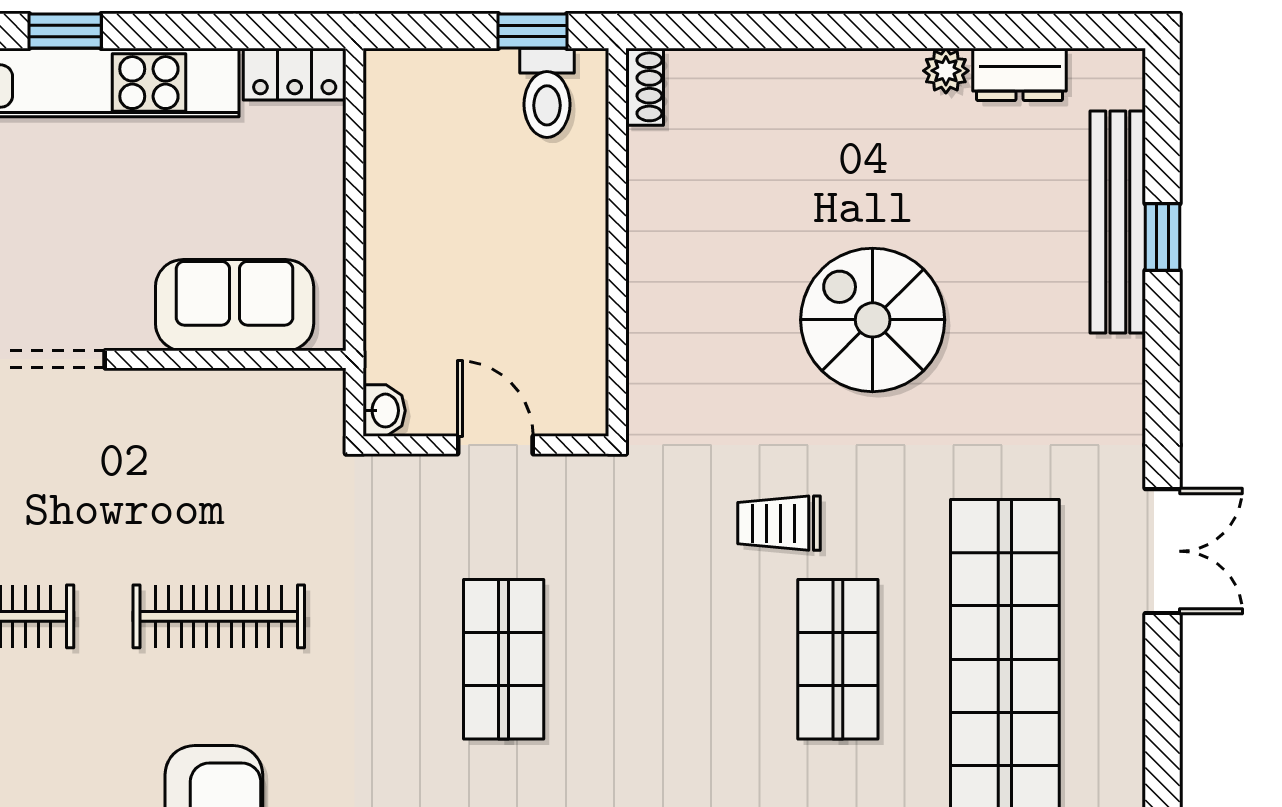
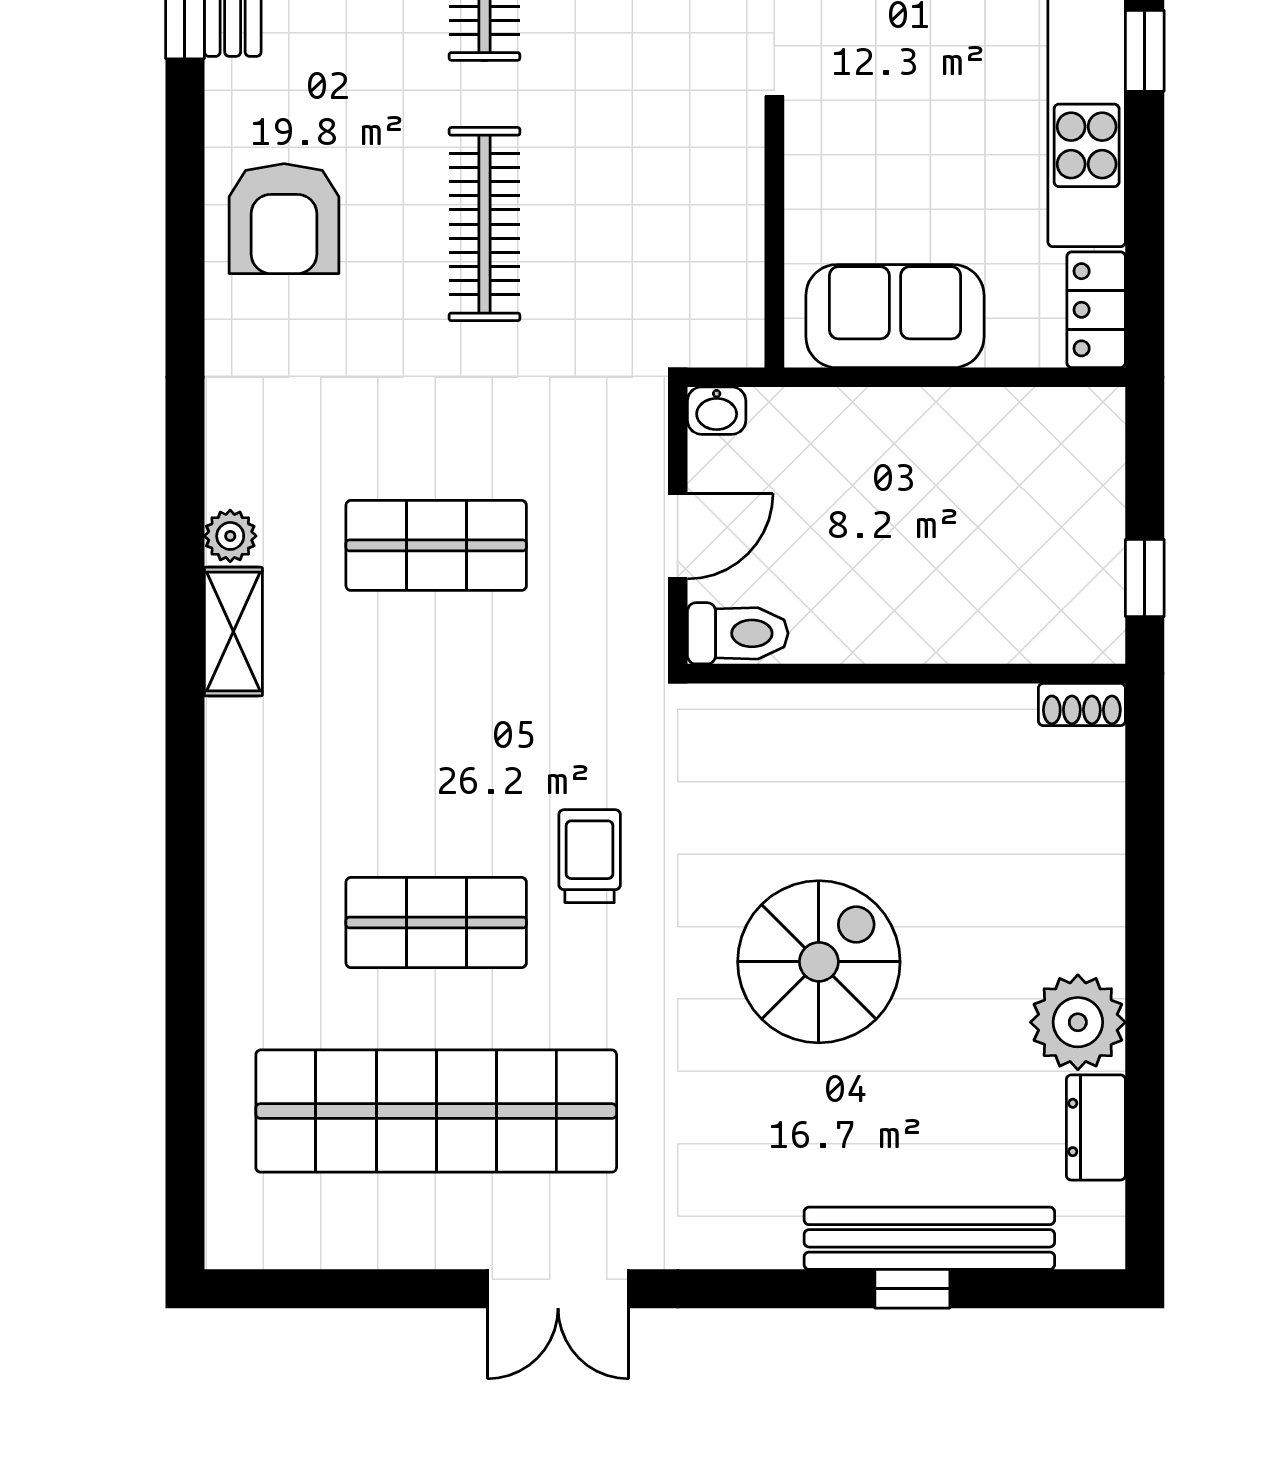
plant: (946, 71) -> (1078, 1022), width x1.87, depth x1.87
toilet: (547, 93) -> (738, 633), moved, turned 180
sofa: (235, 305) -> (895, 316), moved, turned -90

